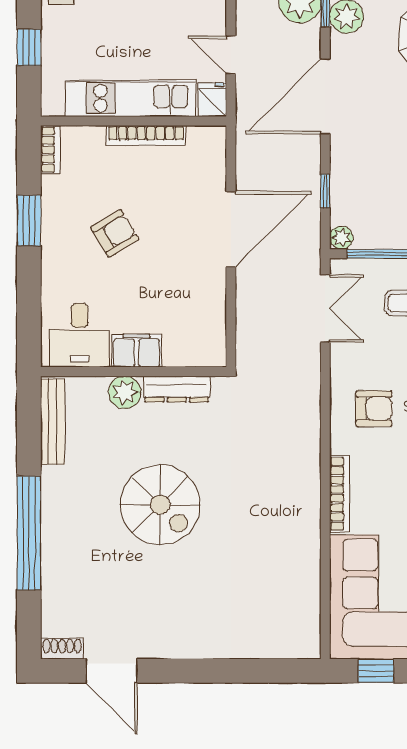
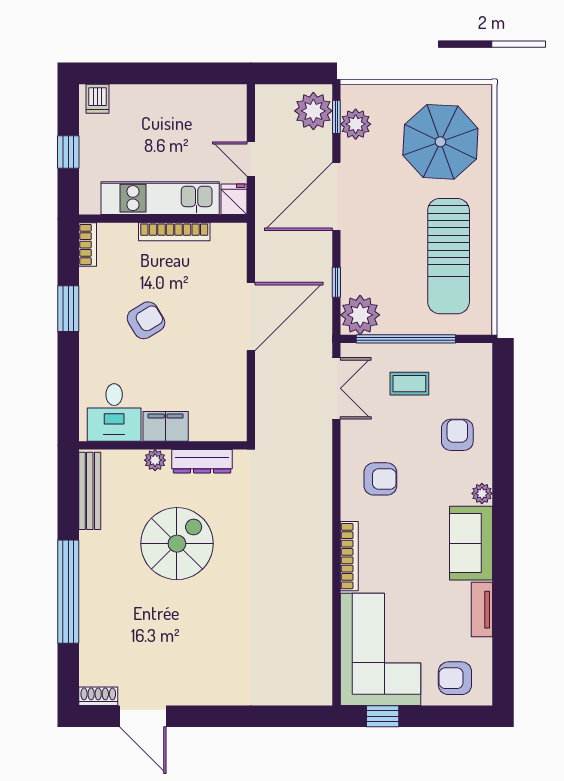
plant: (341, 238) -> (360, 315), width x1.87, depth x1.87
plant: (125, 392) -> (155, 460), width x0.73, depth x0.73
spiral stairs: (160, 505) -> (177, 544), moved, turned -90

